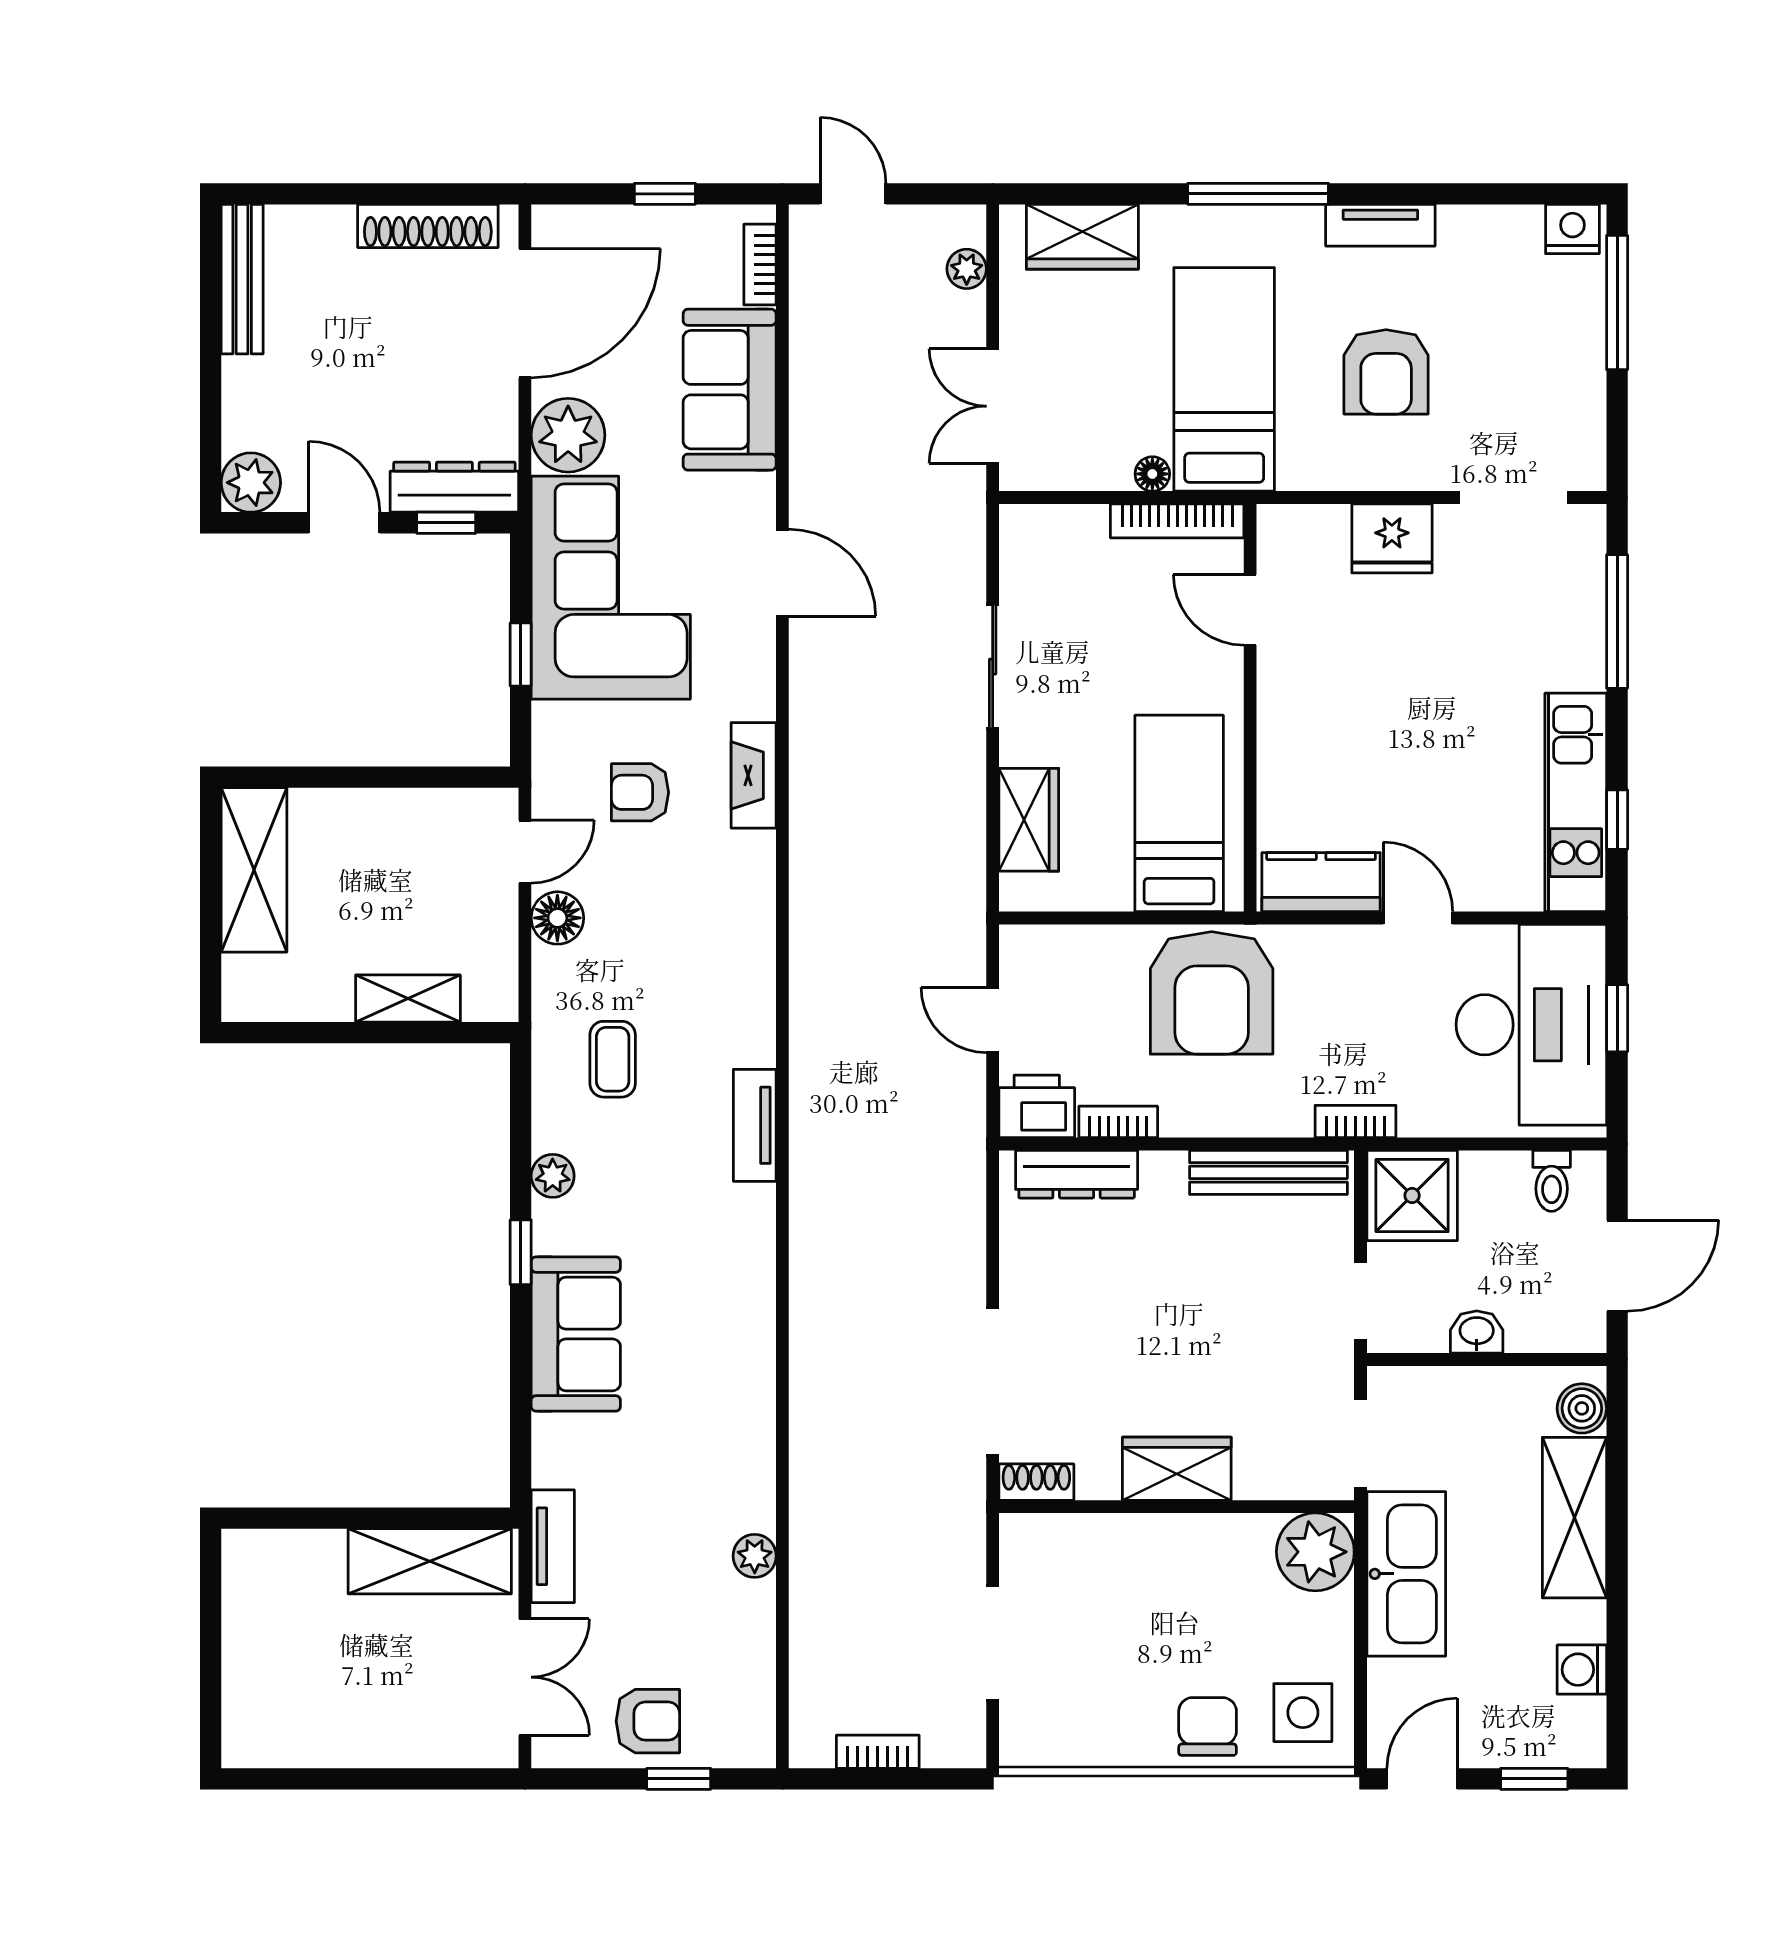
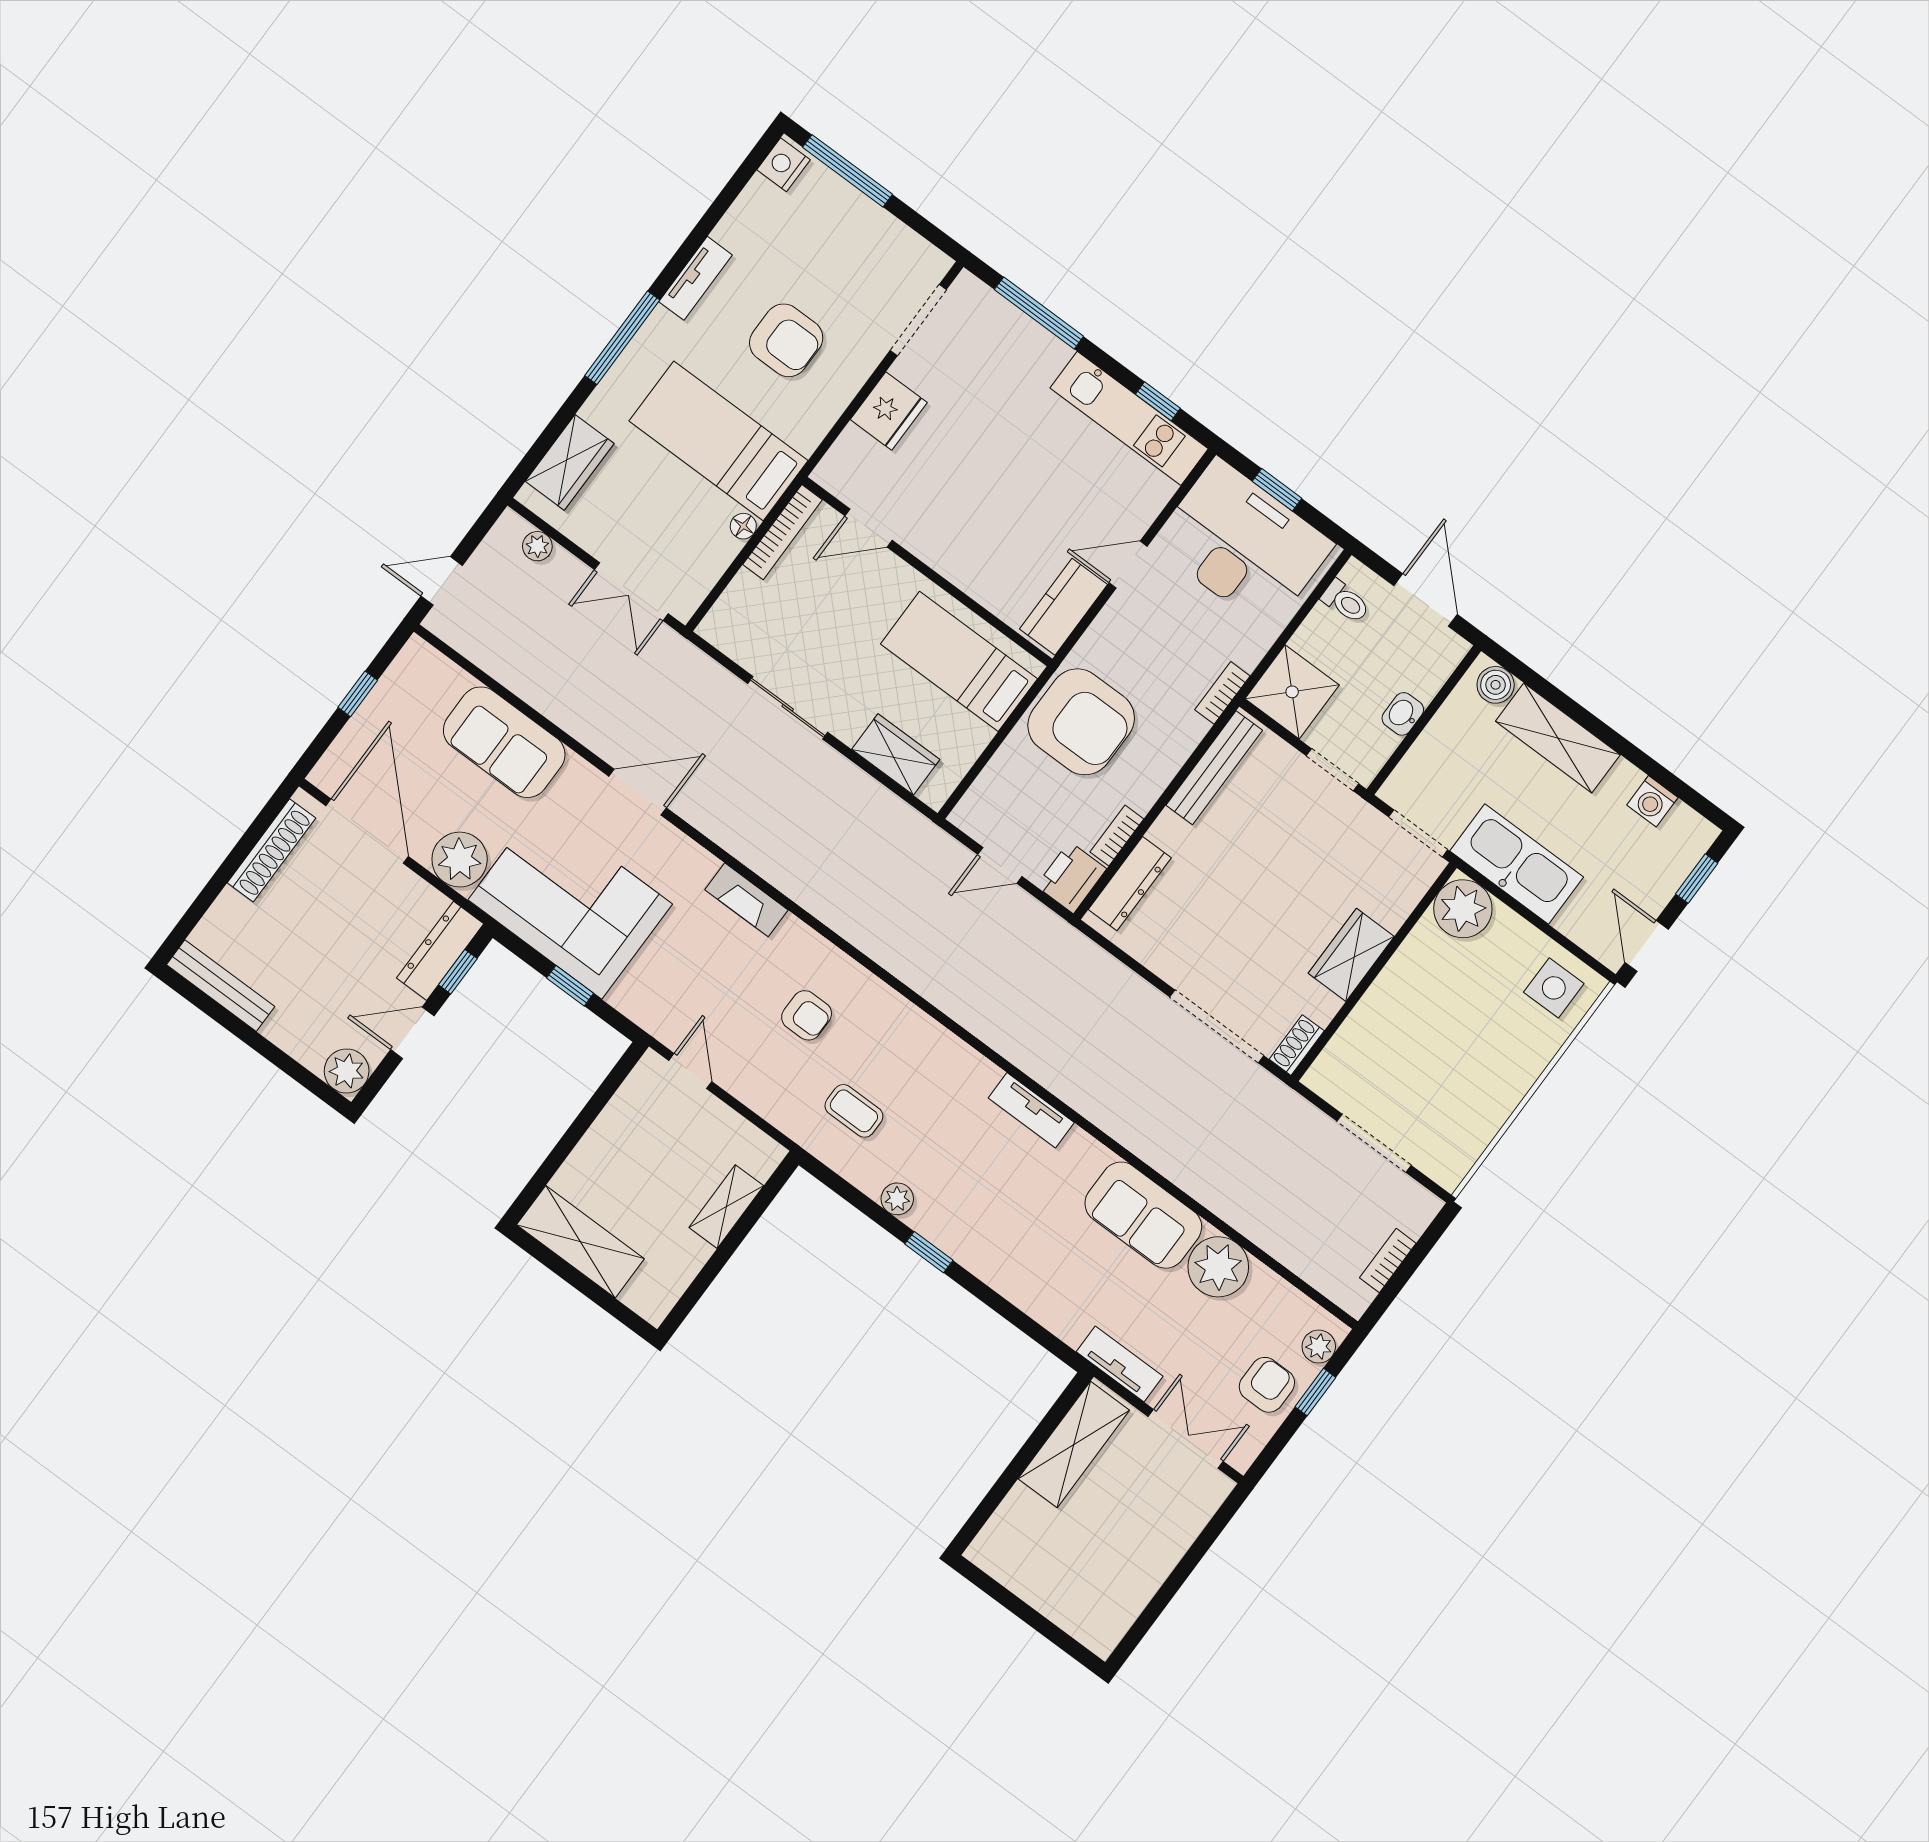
bookcase: (760, 265) -> (443, 668), removed
armchair: (640, 792) -> (807, 1015), moved, turned -90
floor lamp: (557, 918) -> (745, 1081), removed
tv unit: (755, 1125) -> (1031, 1110), moved
sofa: (576, 1334) -> (1143, 1215), moved, turned 180
plant: (755, 1556) -> (1218, 1267), width x1.87, depth x1.87
chair: (1208, 1726) -> (1520, 1051), removed
plant: (730, 1746) -> (1319, 1347), added

